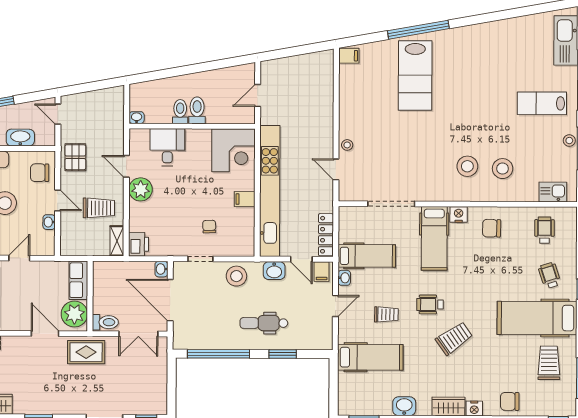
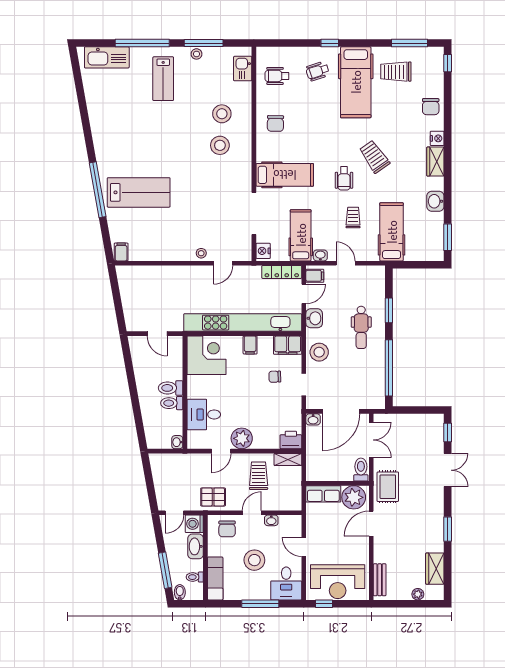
washing machine: (45, 136) -> (194, 524), added
nightstand: (459, 214) -> (263, 251), moved
filing cabinet: (244, 241) -> (288, 345), added

